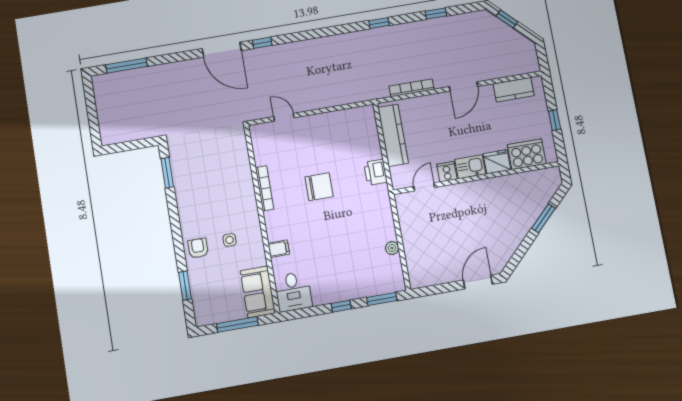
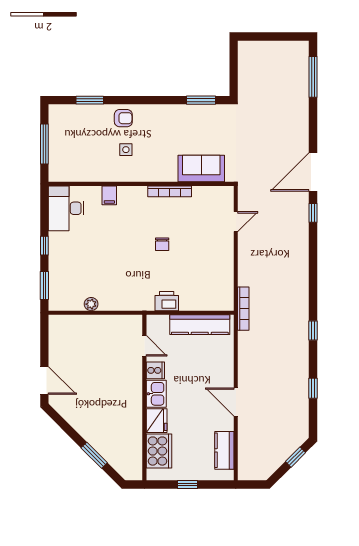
bookcase: (411, 88) -> (243, 309), moved
chair: (319, 187) -> (162, 244), width x0.54, depth x0.54
sofa: (258, 292) -> (201, 168), moved
desk: (293, 292) -> (66, 208), width x1.37

